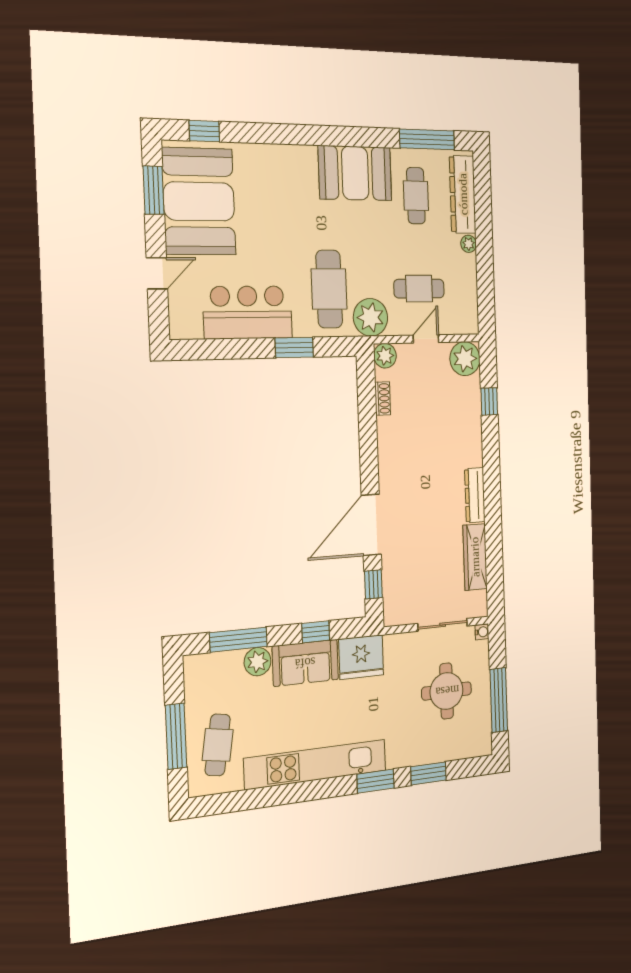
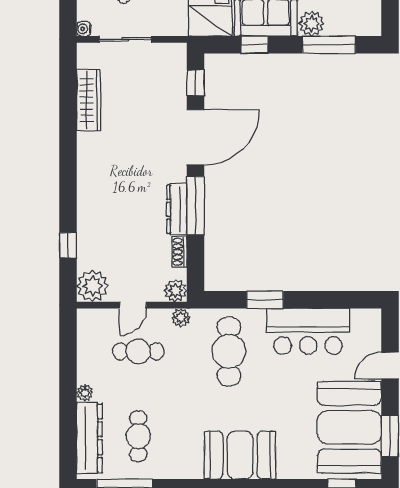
booth: (355, 173) -> (240, 455), moved
plant: (371, 317) -> (181, 318), width x0.53, depth x0.53
window: (369, 450) -> (195, 206), added
dresser: (475, 495) -> (177, 209), moved, turned 180

